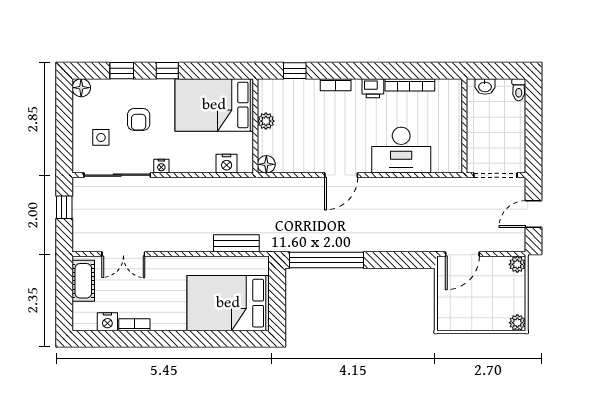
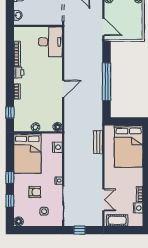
desk: (401, 150) -> (50, 42), moved
door: (341, 175) -> (63, 89), hinge flipped
window: (327, 260) -> (106, 82), moved

